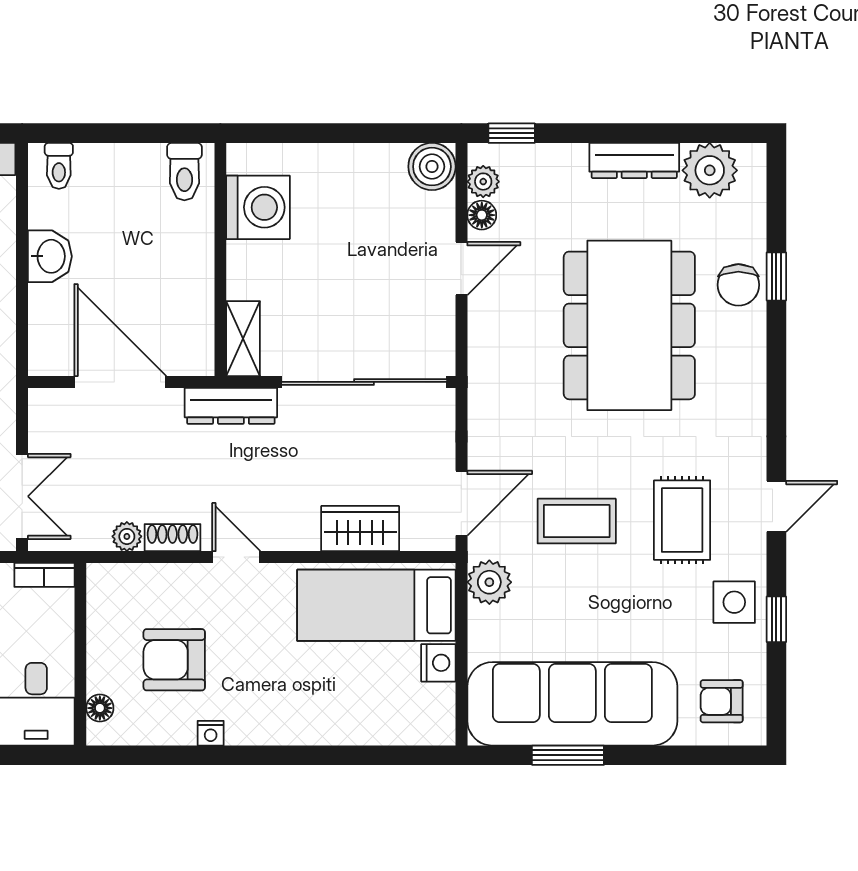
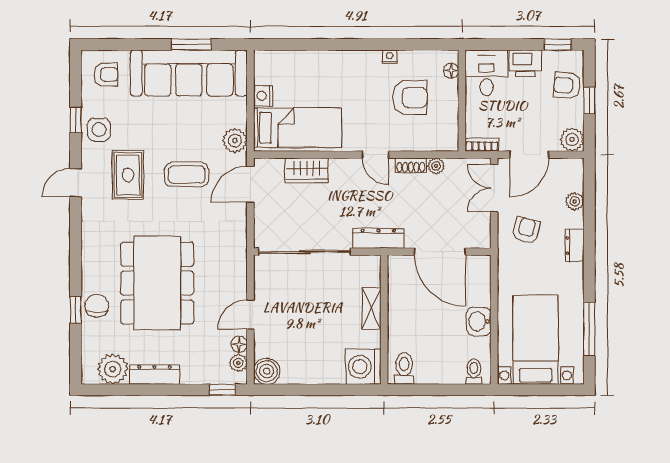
washing machine: (258, 207) -> (363, 367), moved
shelving: (243, 339) -> (372, 308), moved

